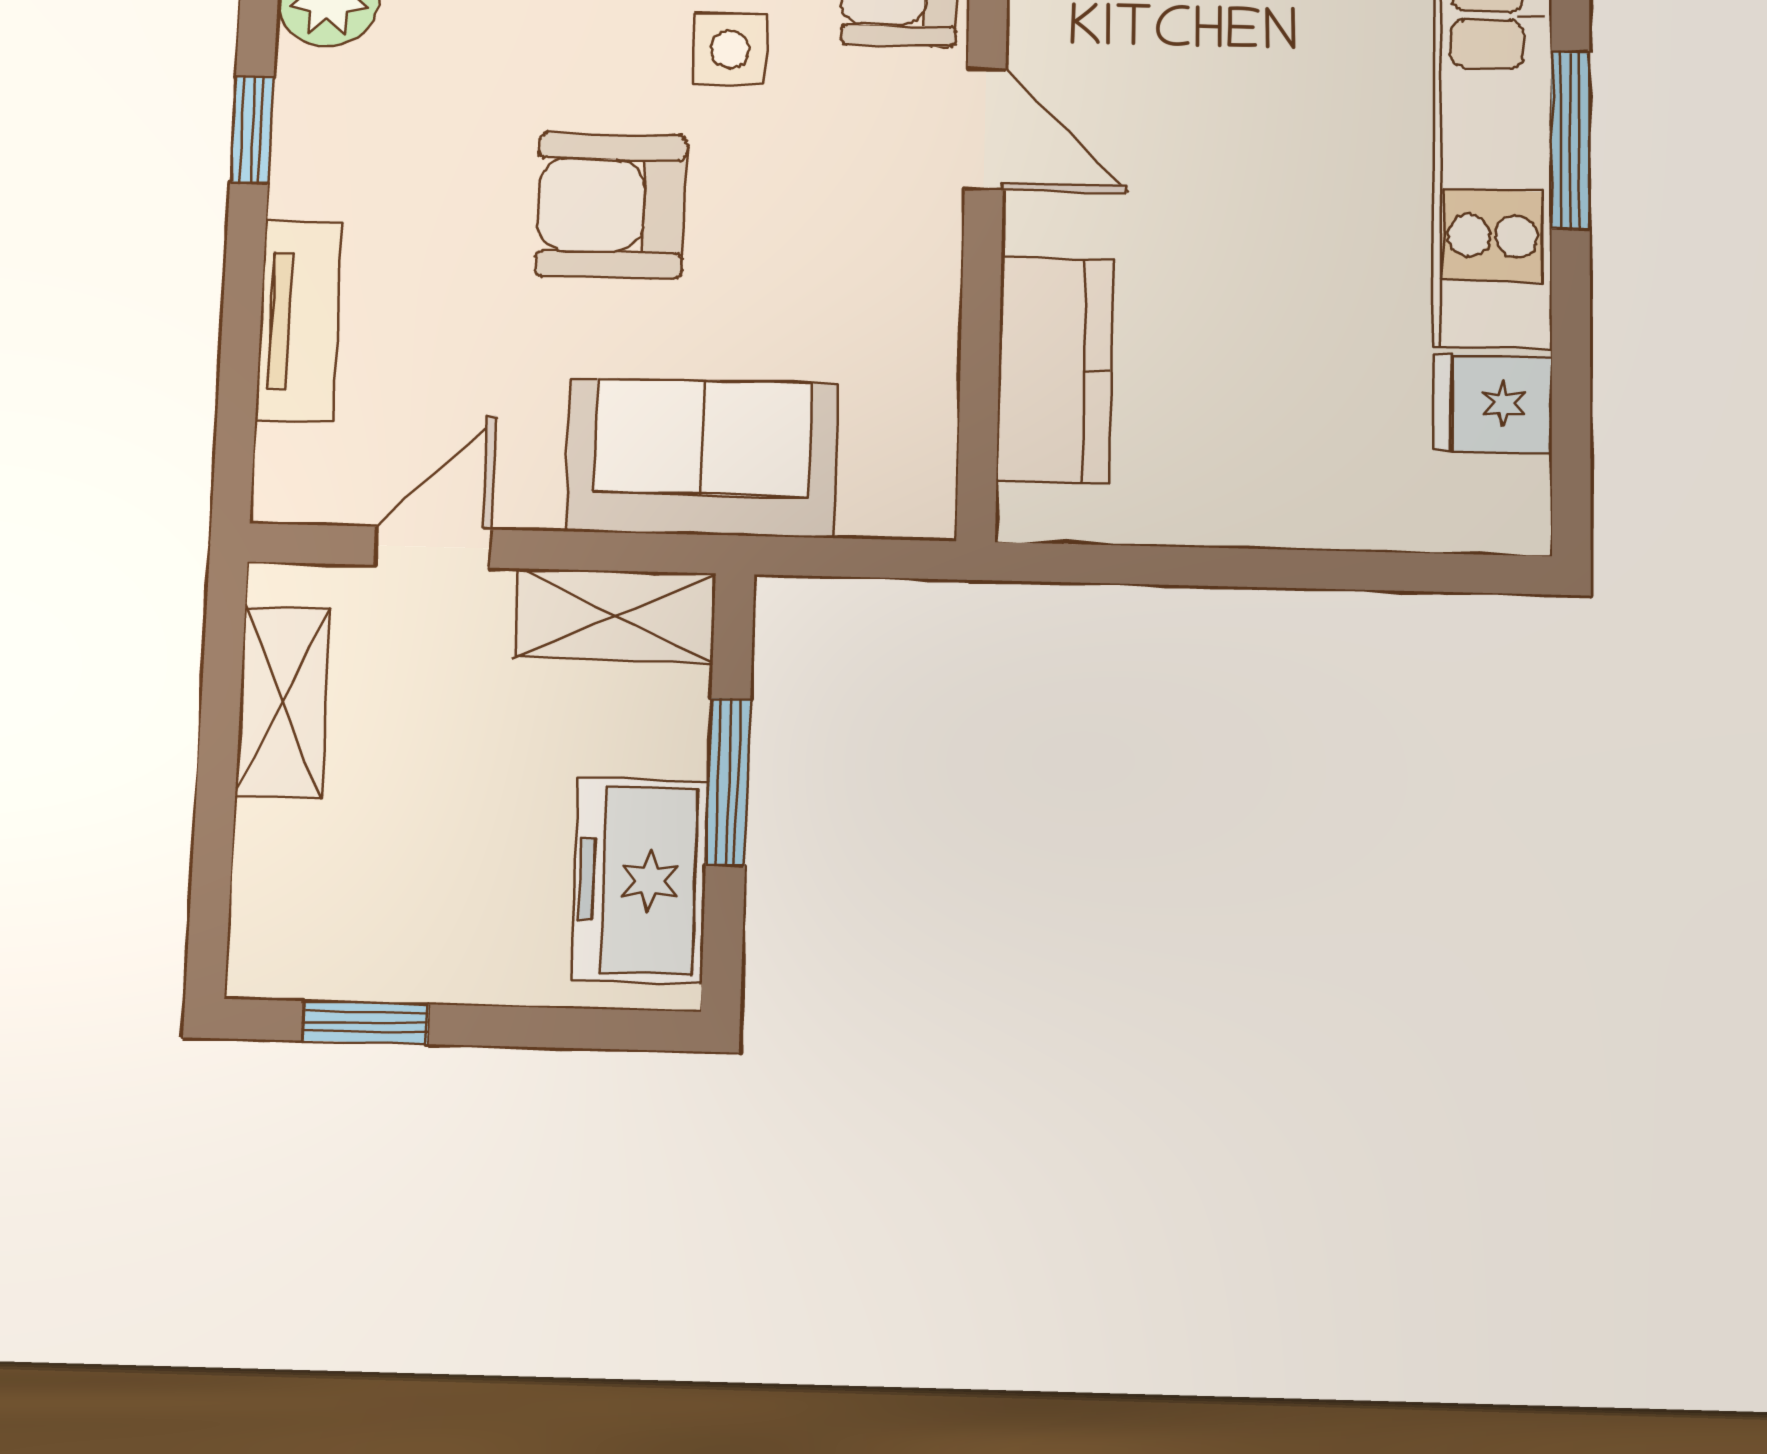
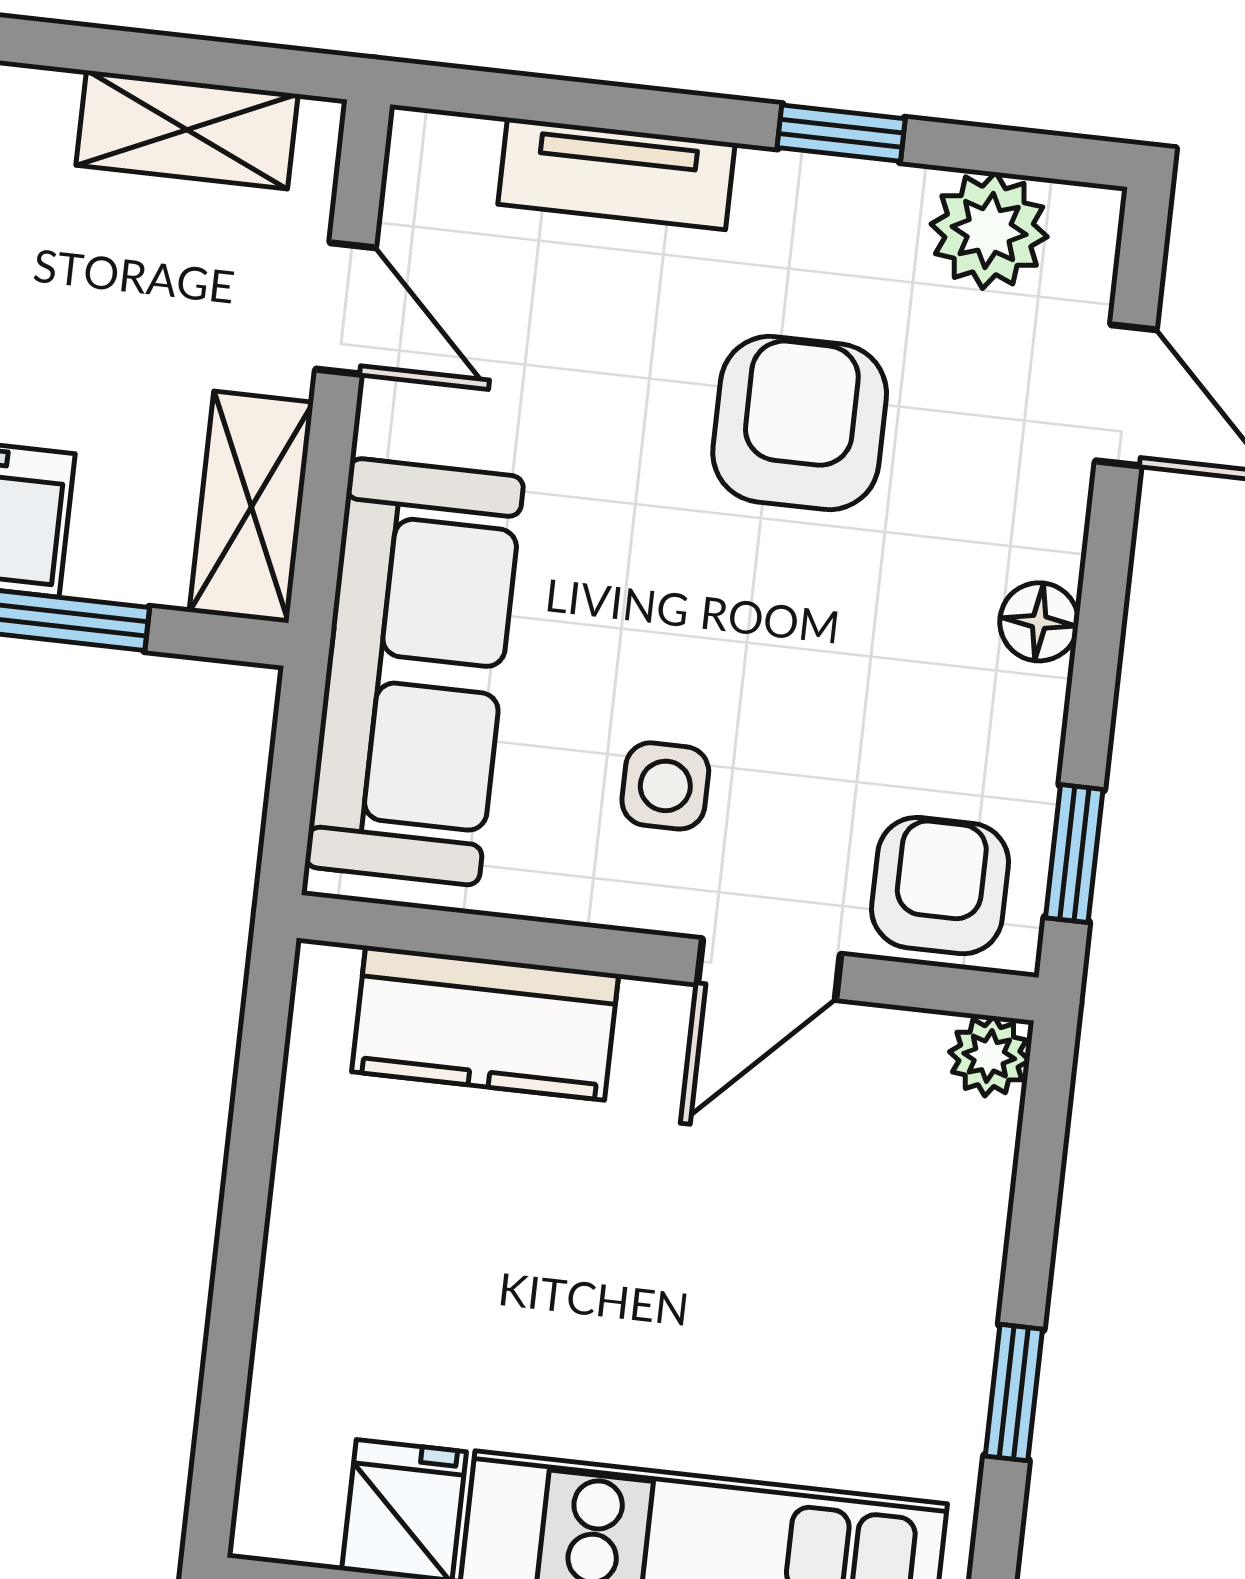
side table: (730, 49) -> (665, 786), moved
armchair: (611, 205) -> (800, 423), moved
sofa: (702, 457) -> (414, 672), width x1.36

